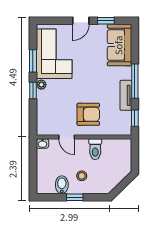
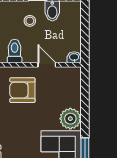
plant: (41, 85) -> (70, 119), width x1.88, depth x1.88
window: (33, 90) -> (85, 117), removed

